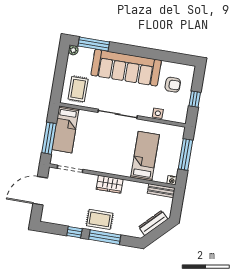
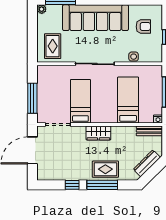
bed: (65, 129) -> (80, 101), moved, turned 180
rug: (100, 219) -> (105, 169), moved

